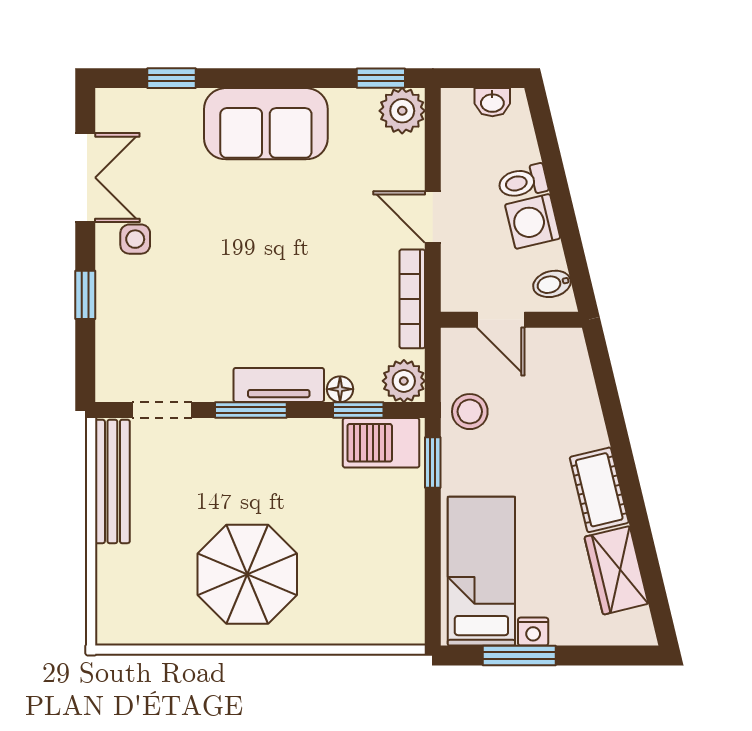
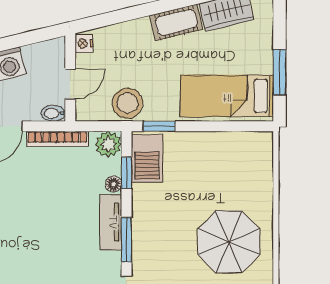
bidet: (552, 284) -> (53, 113), moved, turned 104
stool: (470, 412) -> (127, 103), width x1.38, depth x1.38
nightstand: (533, 632) -> (84, 44), moved, turned 180

